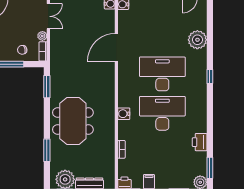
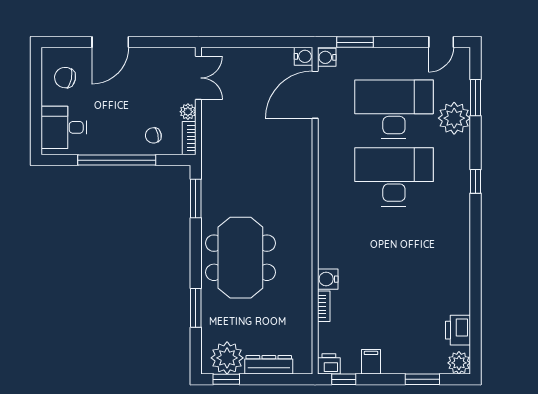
door: (116, 47) -> (315, 95), moved
desk: (162, 113) -> (394, 109), moved
water cooler: (124, 114) -> (328, 279), moved
printer: (200, 142) -> (458, 330), moved
window: (210, 168) -> (475, 98), moved

